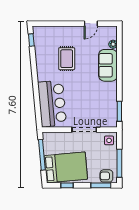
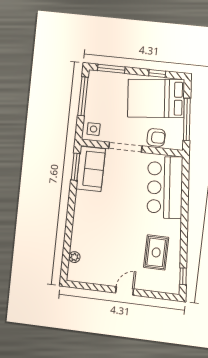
door: (91, 24) -> (125, 291), moved
rug: (67, 59) -> (156, 252), moved
sofa: (108, 65) -> (91, 169), moved
armchair: (106, 176) -> (156, 137), moved

